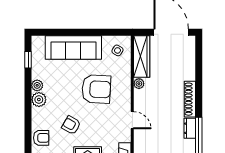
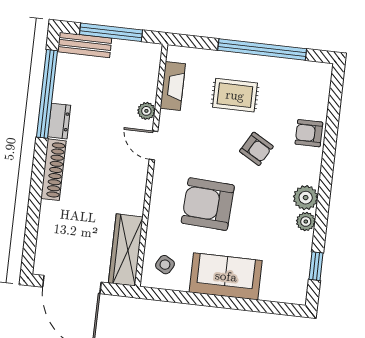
sofa: (73, 48) -> (226, 276), width x0.73
plant: (139, 84) -> (146, 111), moved

